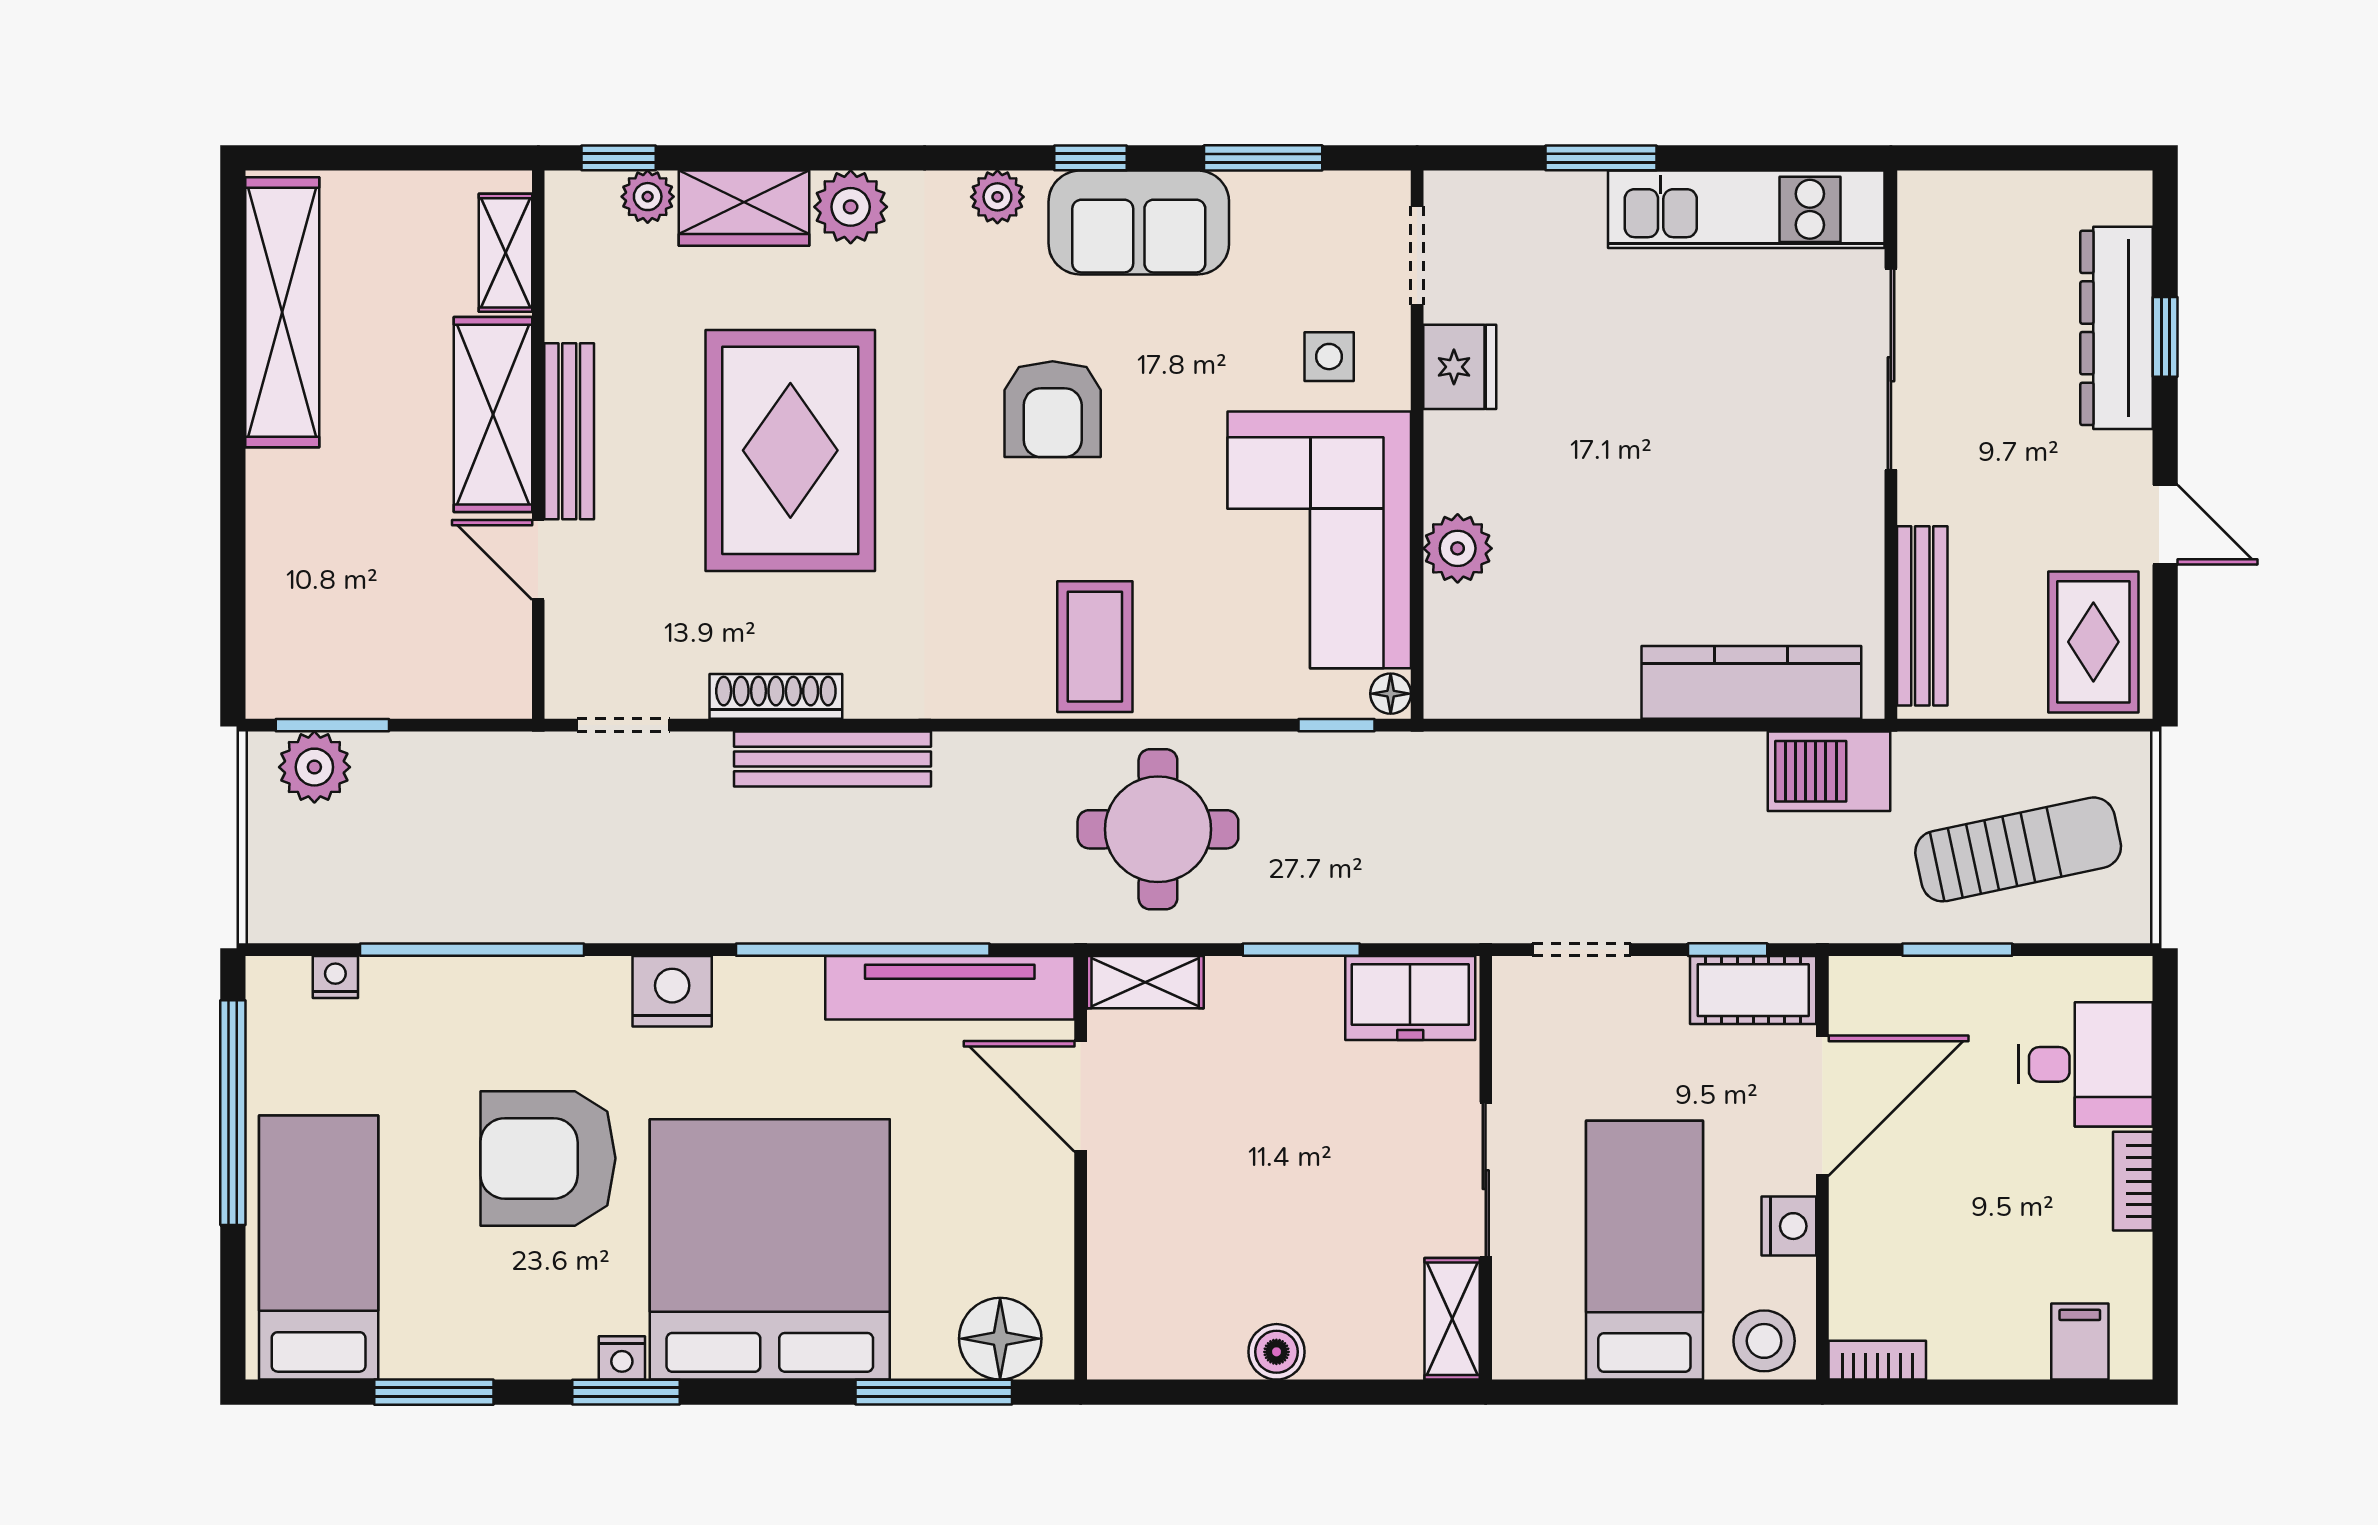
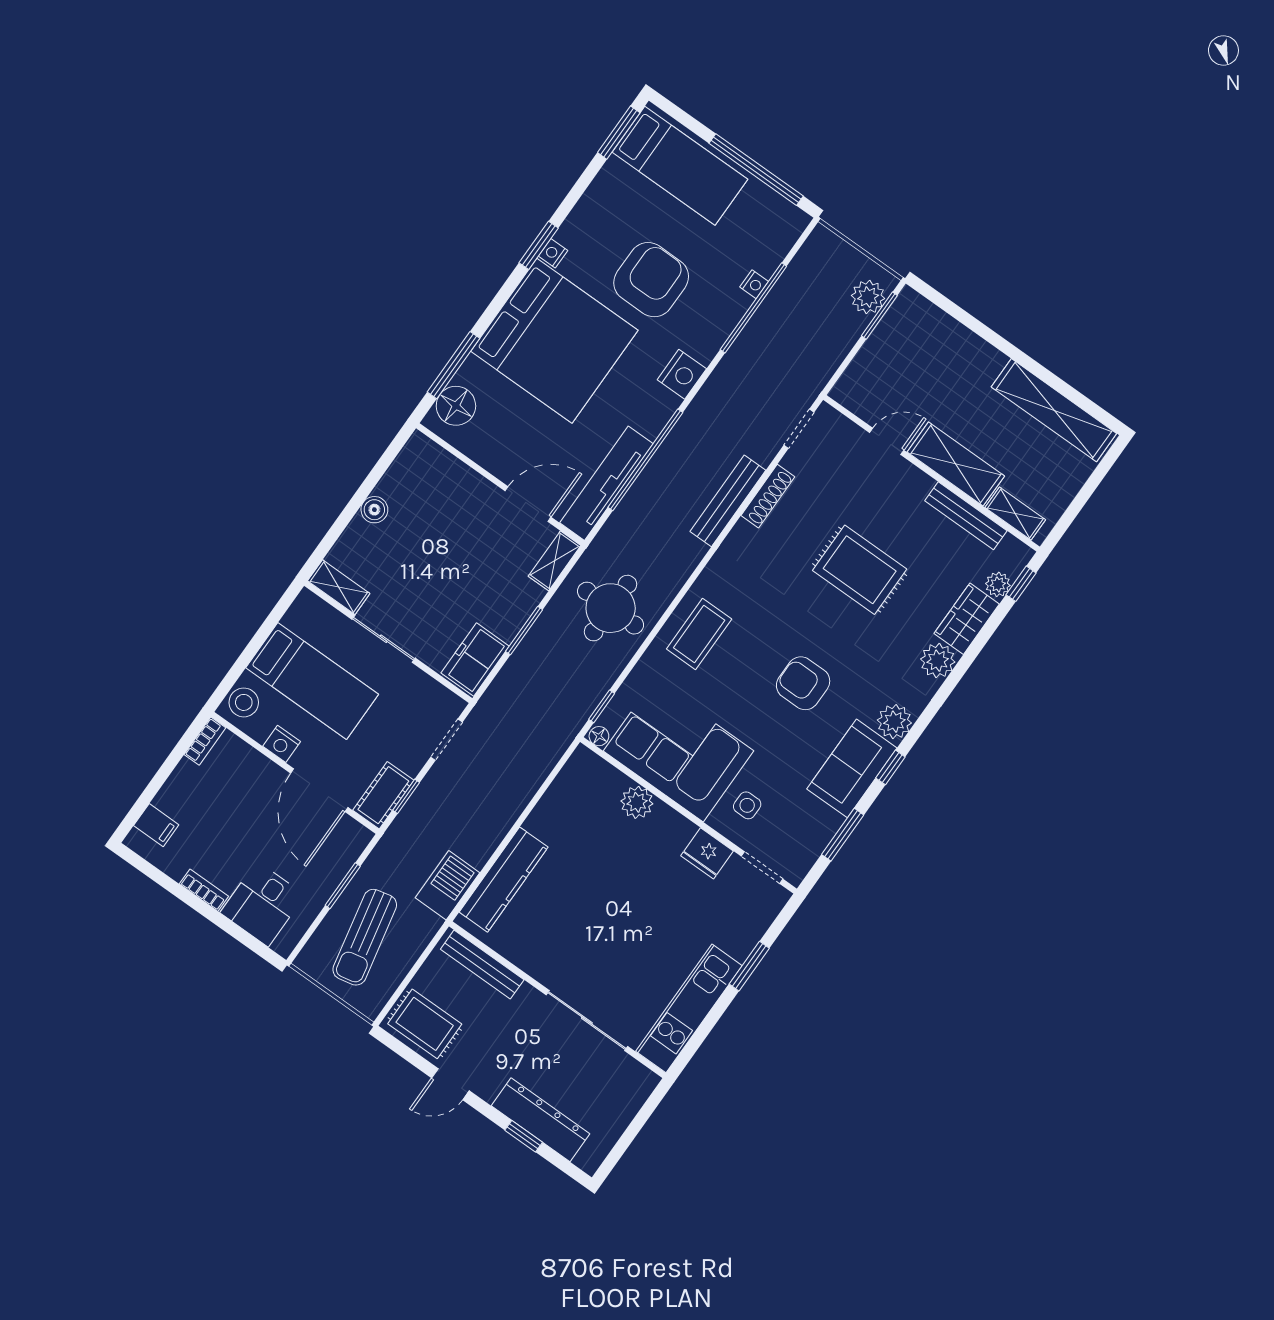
plant: (997, 197) -> (894, 722), width x1.38, depth x1.38
bench: (569, 431) -> (966, 516), moved
rug: (790, 450) -> (860, 570), width x0.73, depth x0.69
coffee table: (1095, 647) -> (699, 634), turned 90
nightstand: (335, 977) -> (754, 284), moved
window: (434, 1392) -> (619, 133), moved

